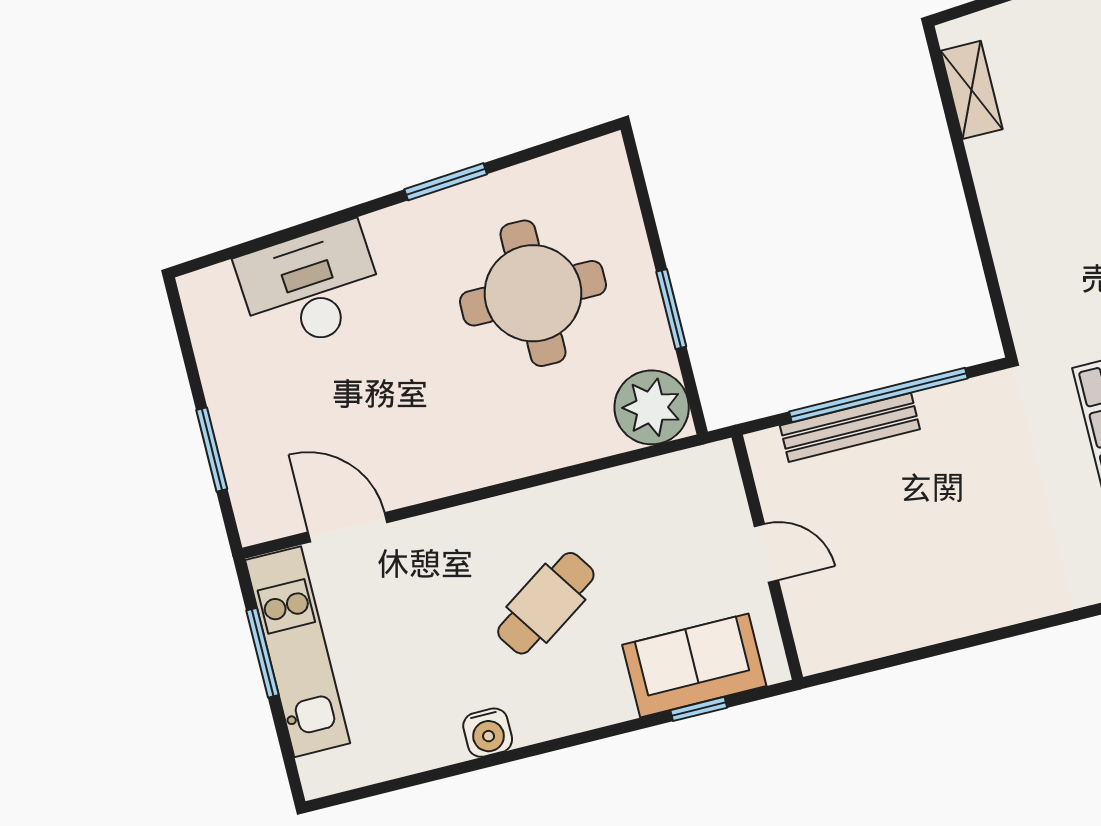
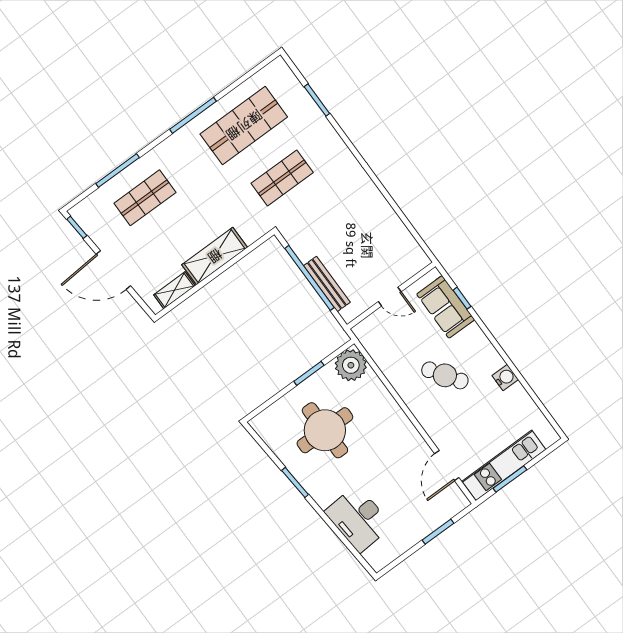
shelving: (1010, 208) -> (215, 256), added
door: (766, 553) -> (390, 297), swing flipped

